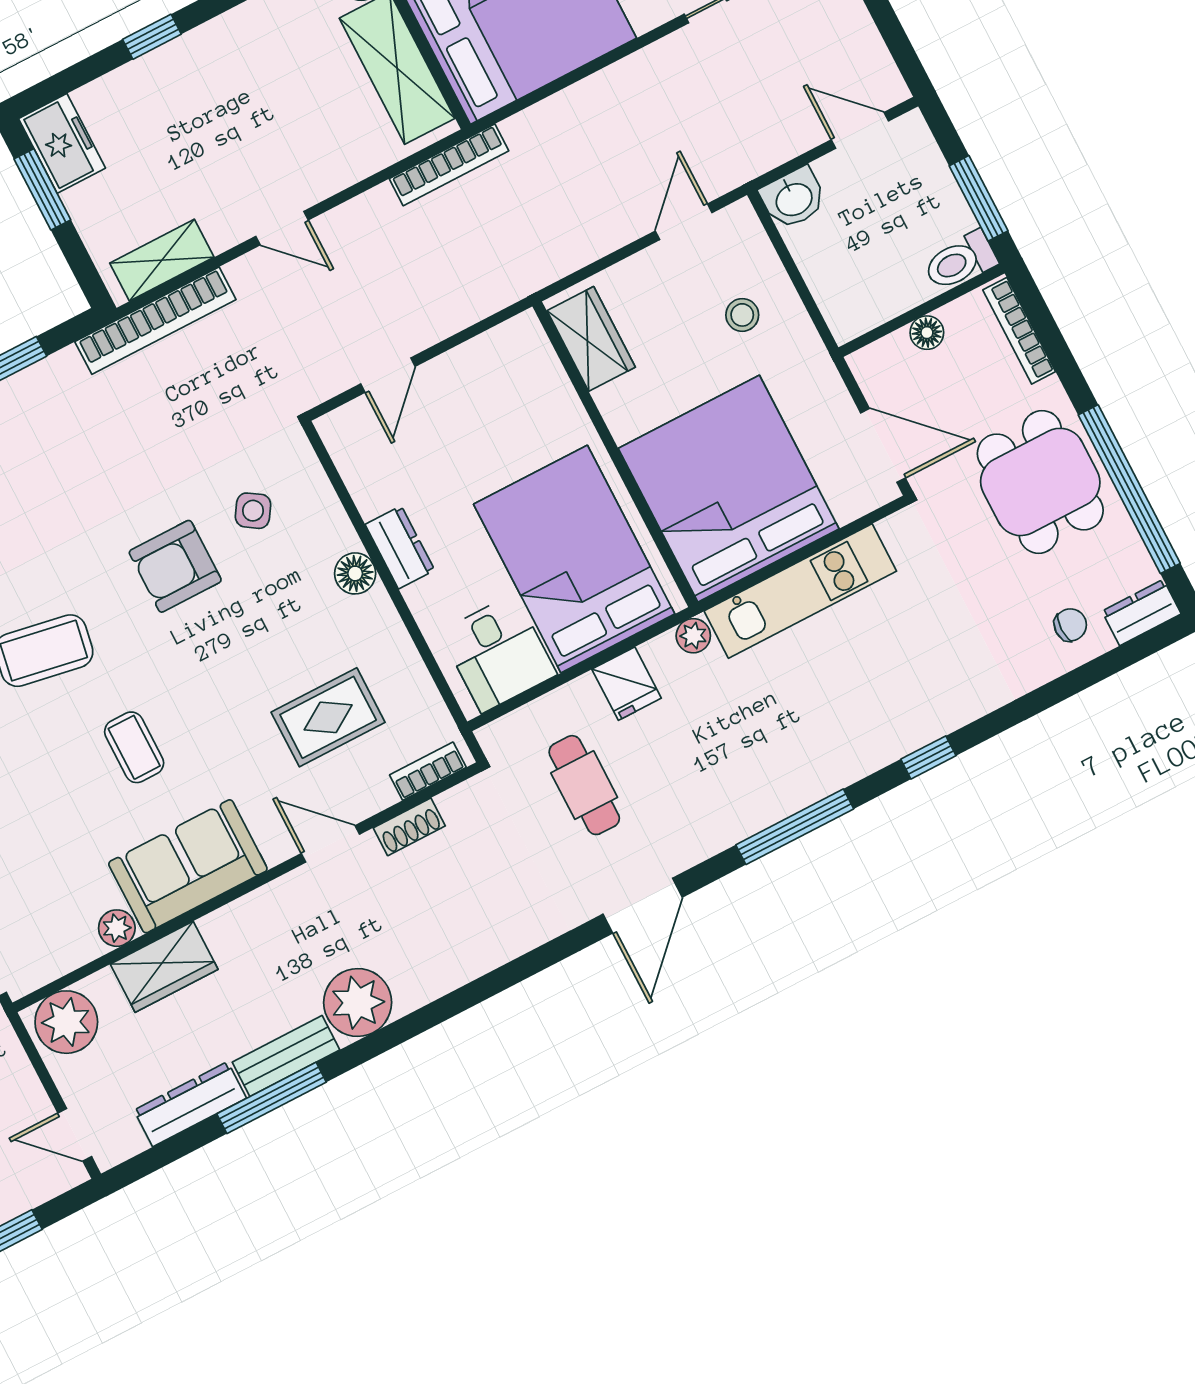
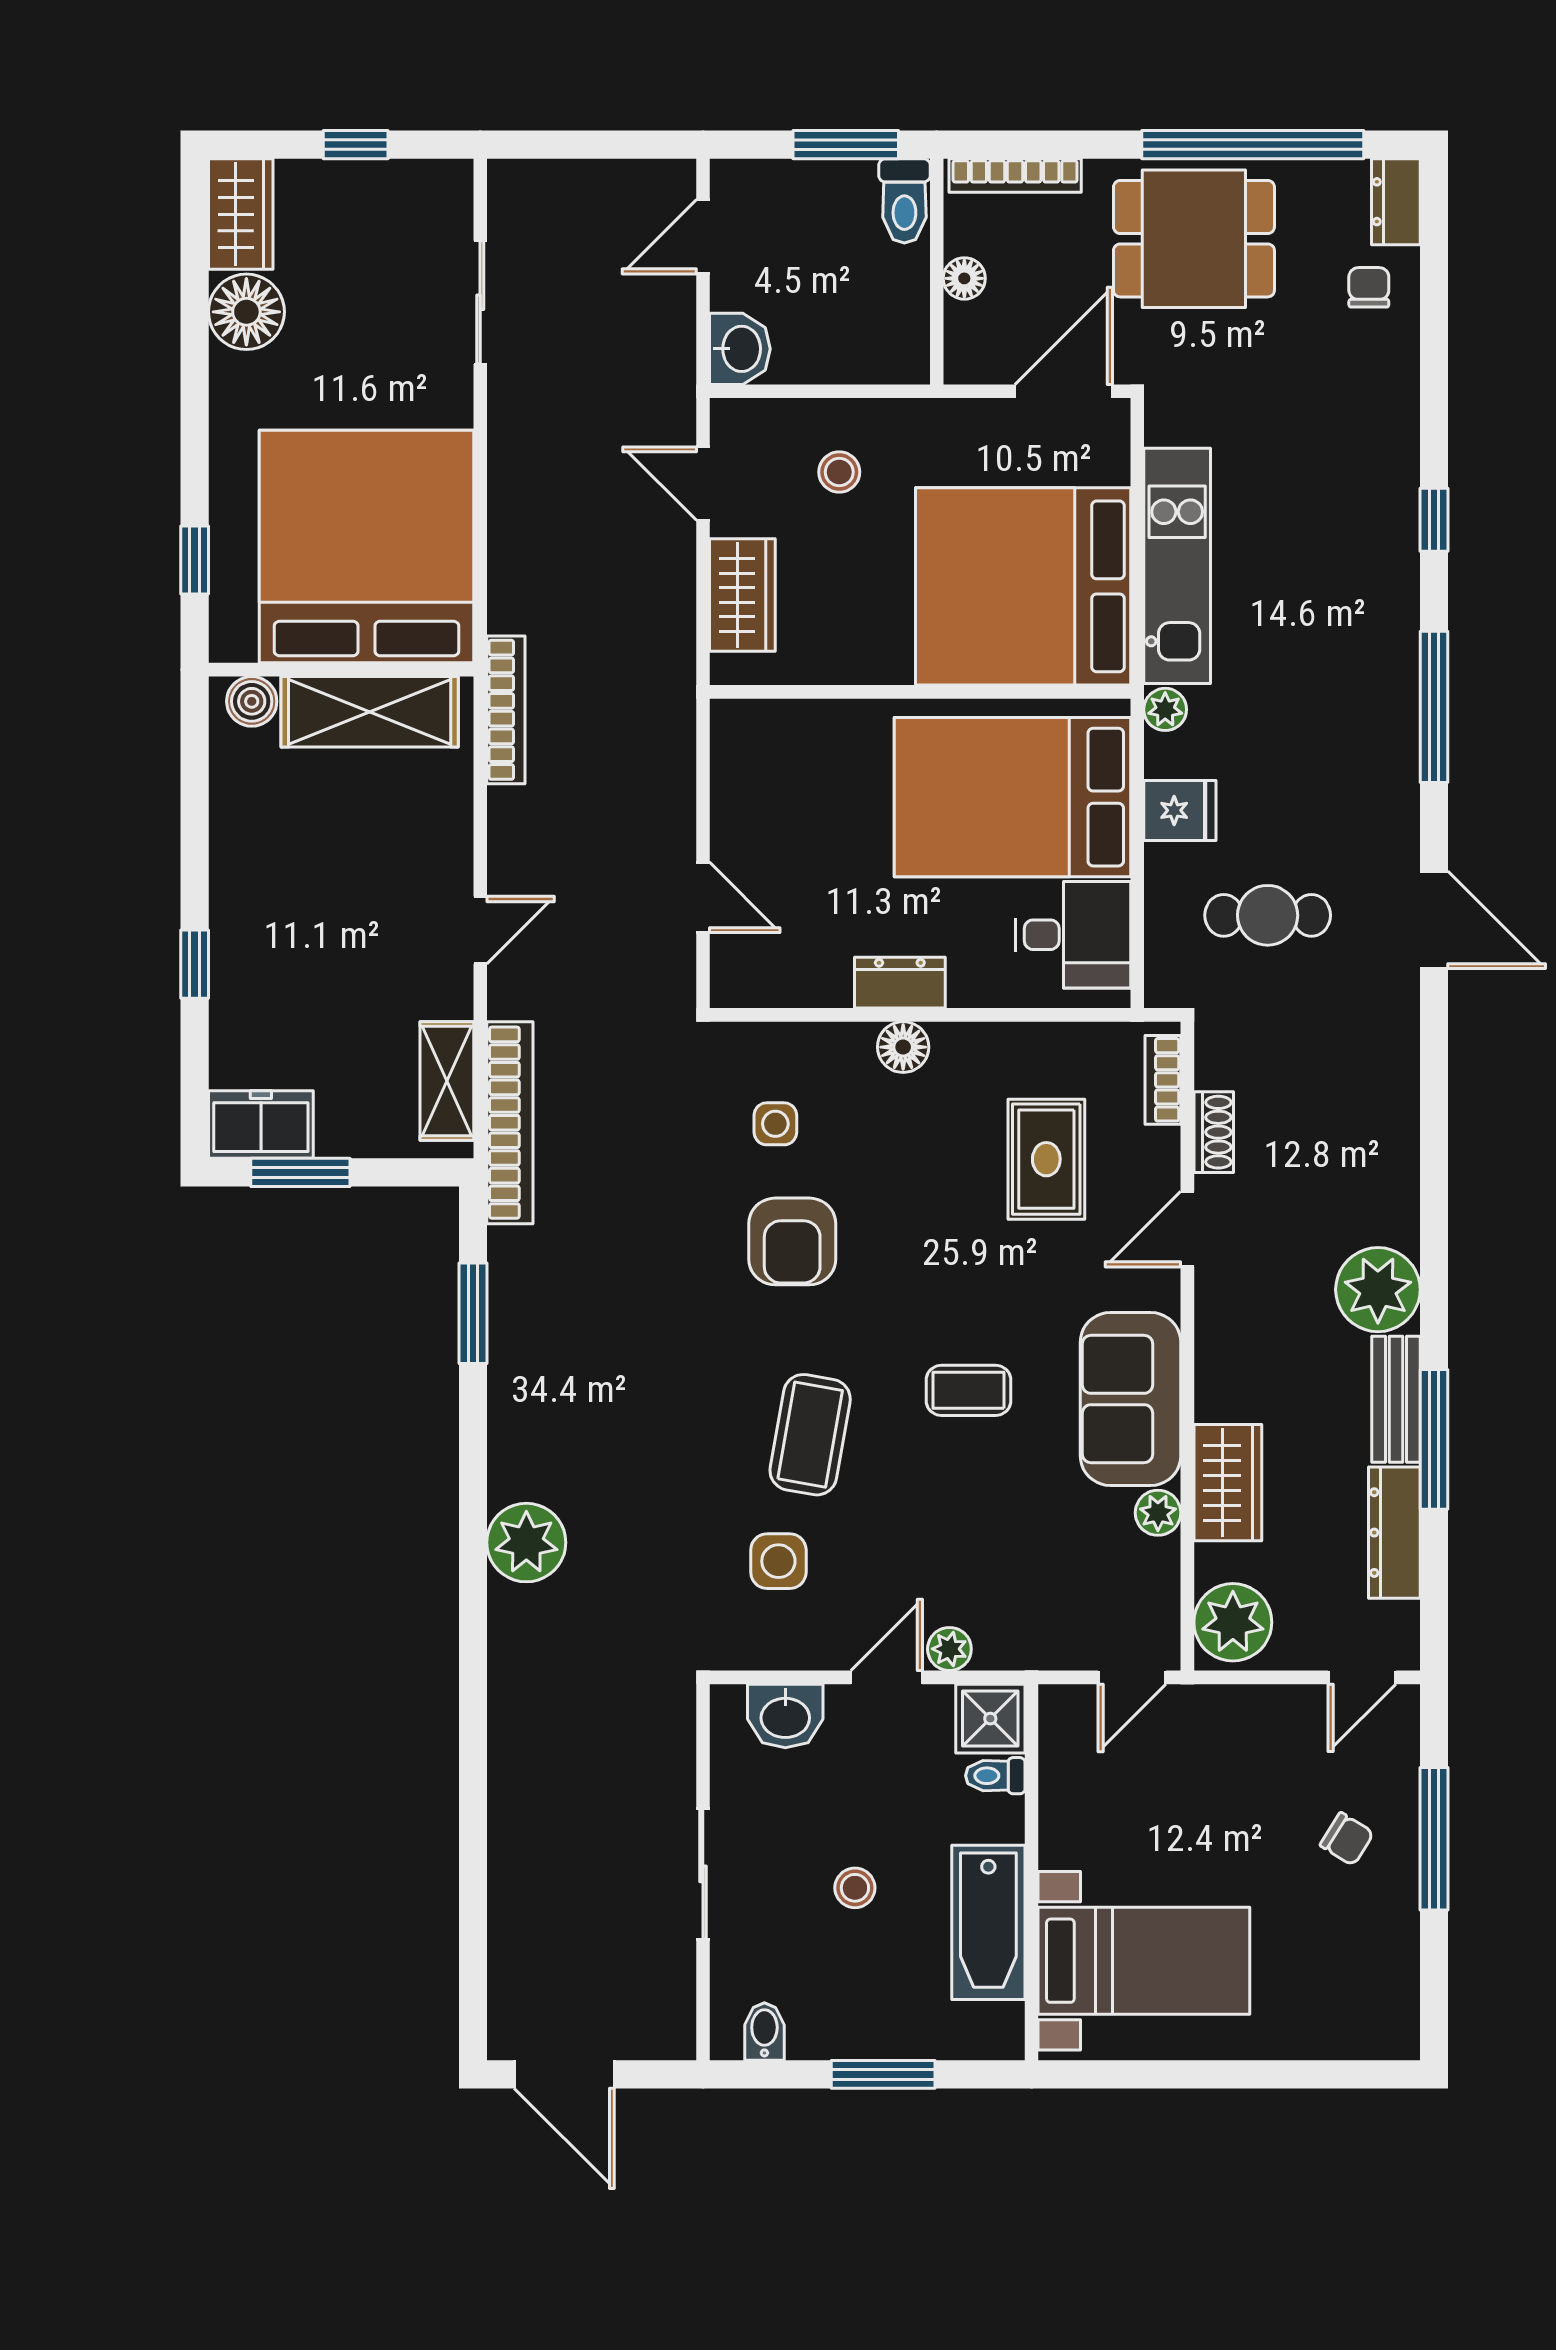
wardrobe: (591, 339) -> (742, 595), moved, turned 90
side table: (253, 511) -> (775, 1124), turned -33

